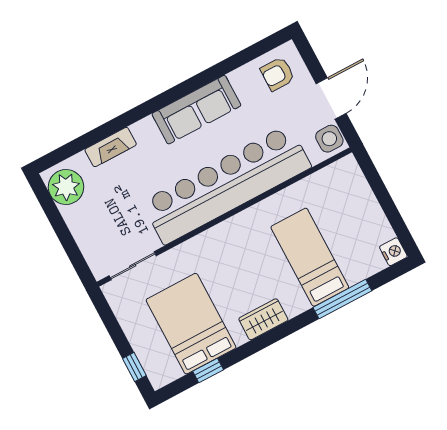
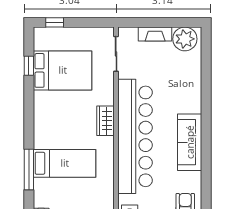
fireplace: (111, 147) -> (155, 34), moved, turned -90
wardrobe: (263, 319) -> (106, 121), moved, turned 180

